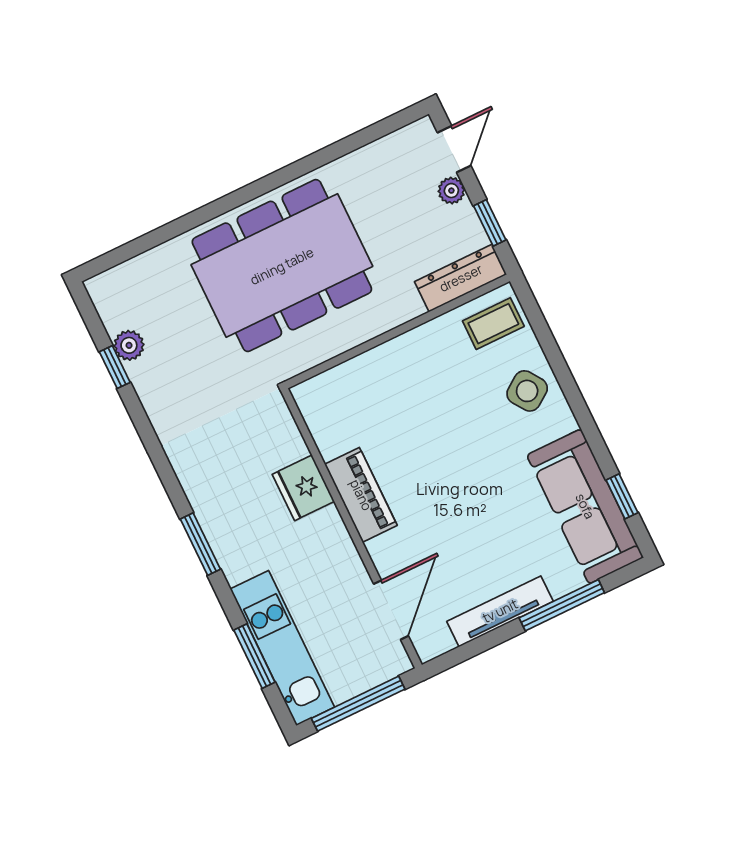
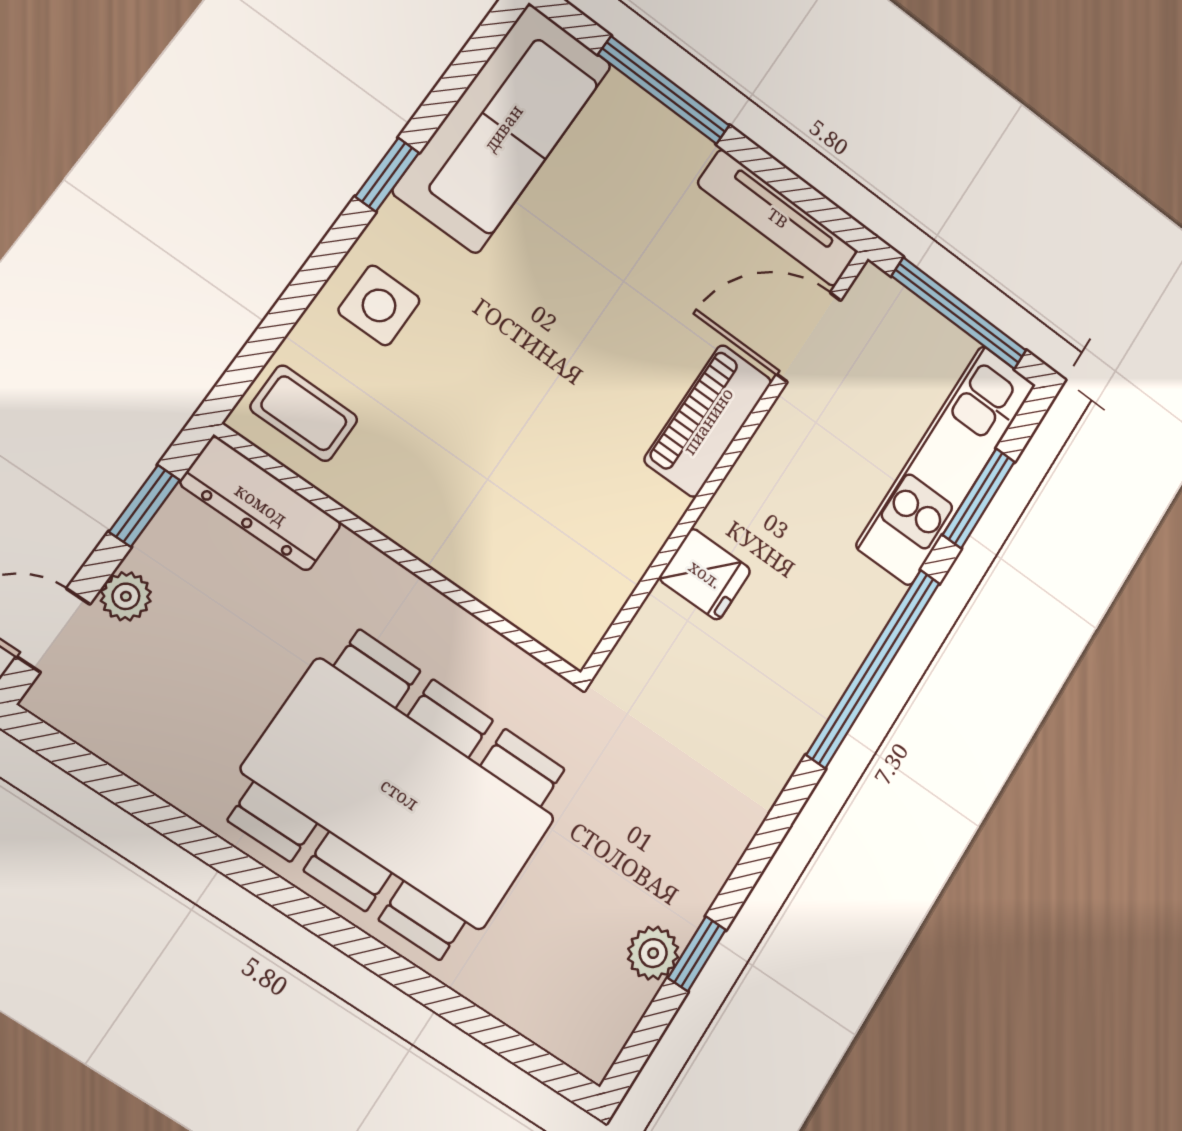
side table: (527, 391) -> (379, 305), turned 35
fridge: (303, 488) -> (705, 574), width x0.72
piano: (361, 495) -> (708, 421), moved
window: (622, 496) -> (387, 175), moved
window: (200, 544) -> (874, 668), width x2.11
tv unit: (500, 611) -> (778, 218), moved

